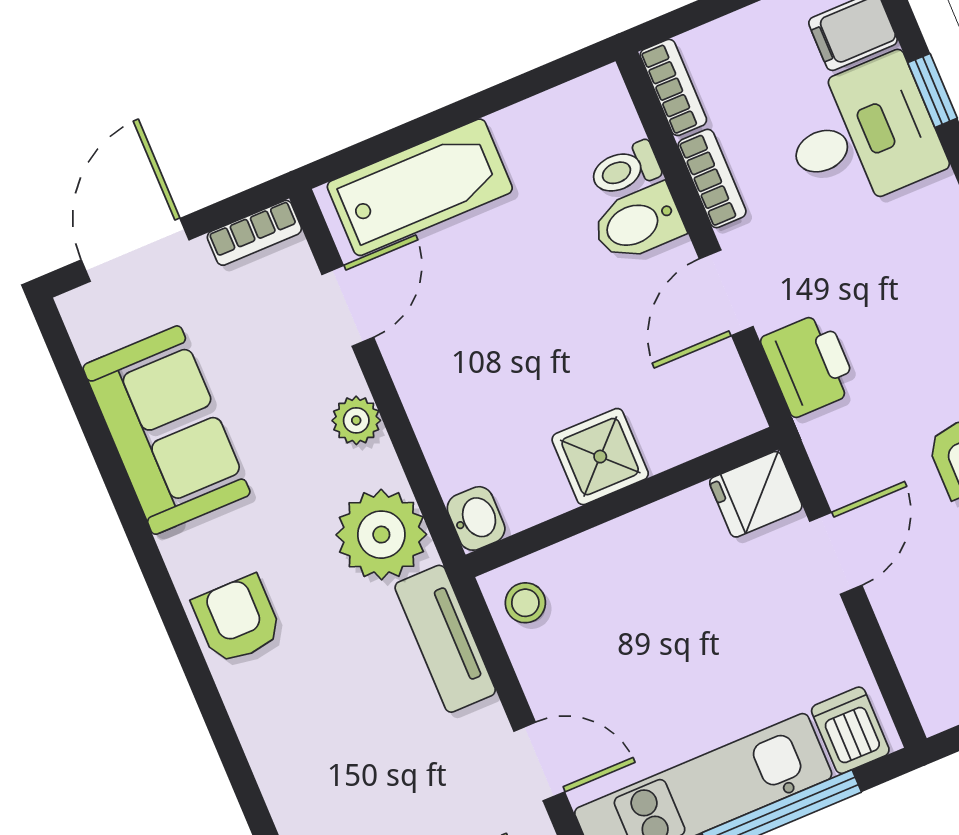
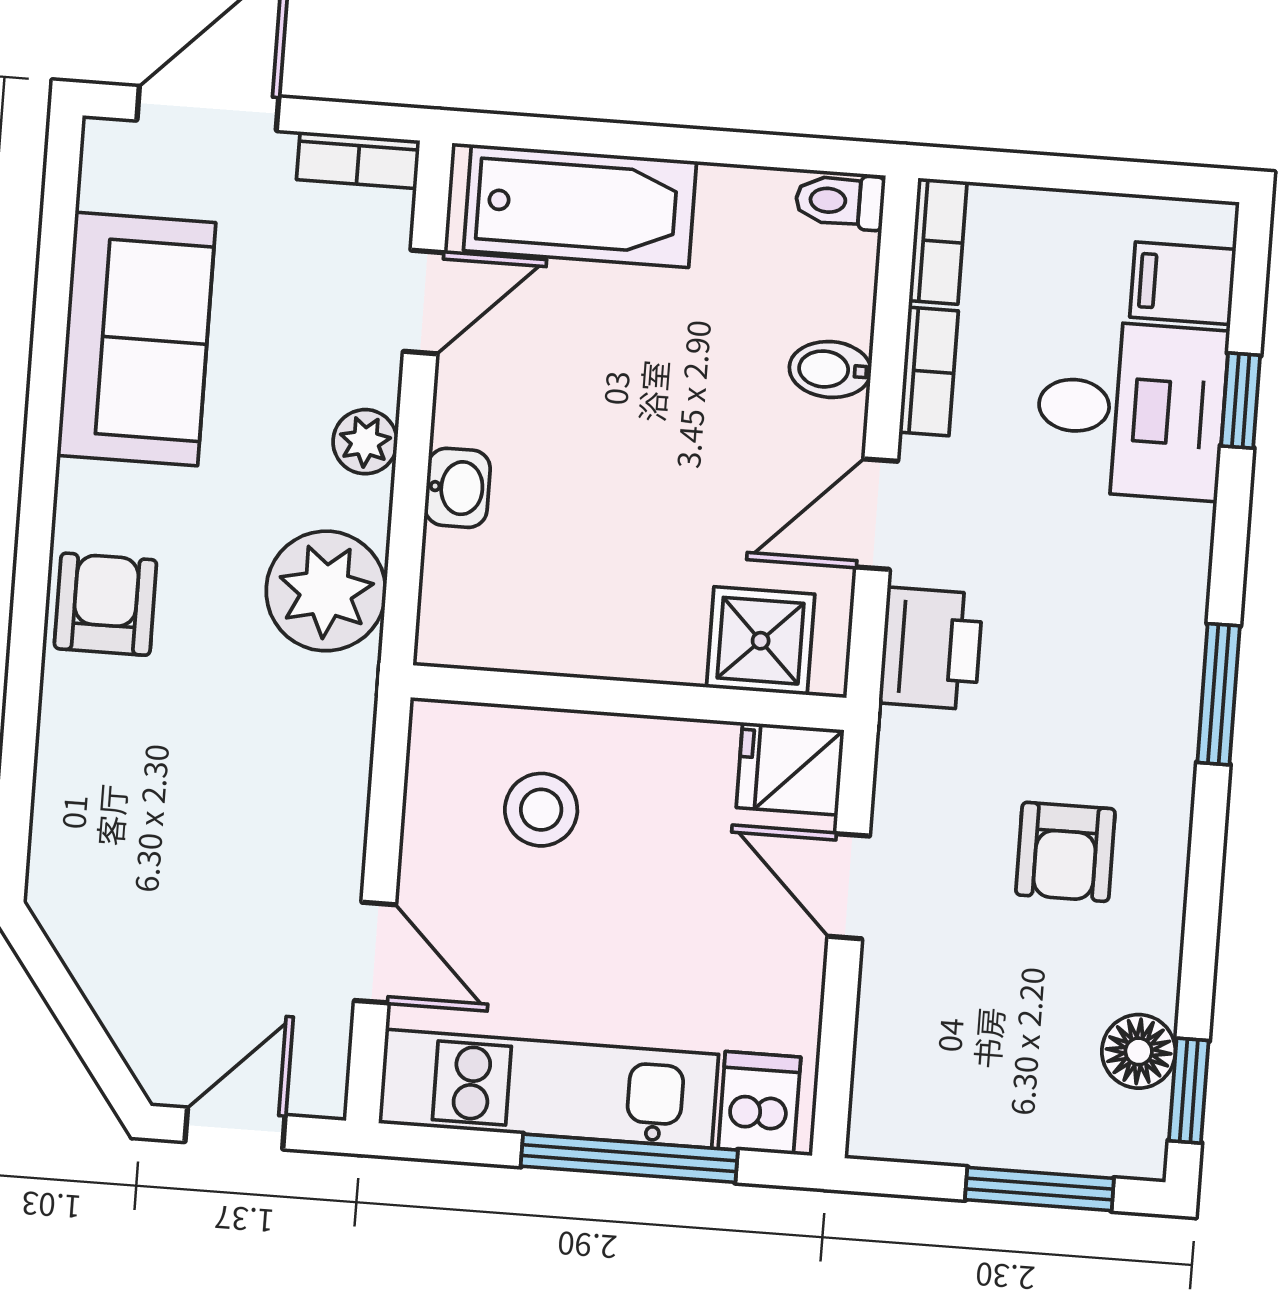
toilet: (625, 169) -> (840, 201), moved
bidet: (638, 223) -> (830, 369), width x0.72, depth x0.74
shower: (600, 457) -> (761, 641), moved
washbasin: (476, 518) -> (458, 488), moved
door: (836, 553) -> (849, 886), swing flipped
stool: (525, 603) -> (541, 810), moved, width x1.37, depth x1.37
tv unit: (445, 639) -> (338, 752), removed

